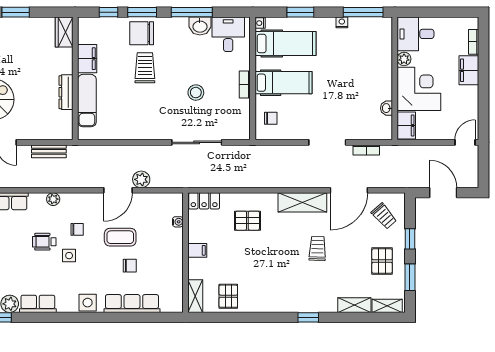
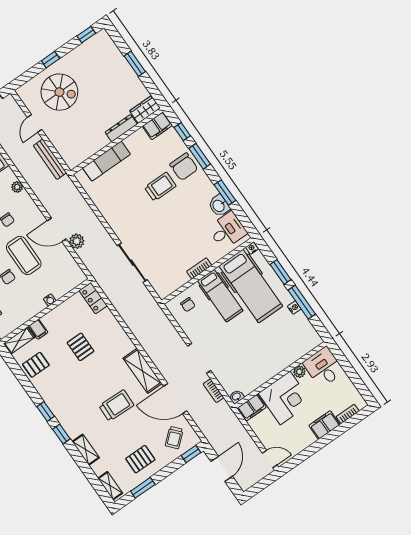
window: (192, 12) -> (225, 193), width x0.69
window: (363, 12) -> (302, 302), moved
chair: (142, 33) -> (184, 167), turned 180
hospital bed: (285, 43) -> (251, 286), width x1.37, depth x1.29
filing cabinet: (87, 59) -> (157, 126), moved
dresser: (66, 92) -> (121, 128), moved
stool: (196, 93) -> (168, 237), removed
washbasin: (387, 108) -> (236, 397), moved
bench: (49, 151) -> (50, 159), width x1.36
pallet: (247, 221) -> (81, 347), moved
water cooler: (178, 222) -> (50, 300), moved
coffee table: (120, 237) -> (24, 255), width x1.36, depth x1.32
window: (410, 239) -> (191, 454), moved
trolley: (317, 248) -> (116, 405), width x1.36, depth x1.39
filing cabinet: (197, 250) -> (38, 329), moved
shelving: (354, 305) -> (86, 450), moved
window: (277, 317) -> (46, 411), added

